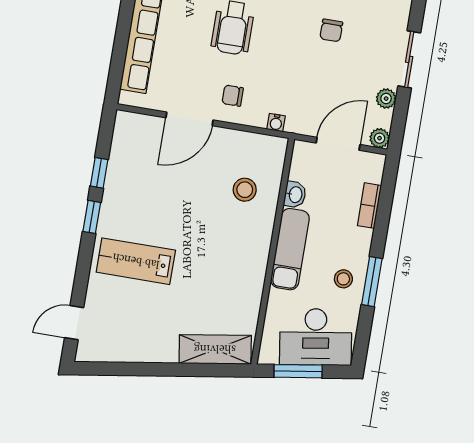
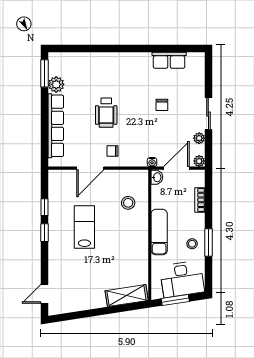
water cooler: (276, 123) -> (152, 162), moved
washbasin: (295, 195) -> (157, 177), moved
lab bench: (136, 261) -> (84, 227), moved, turned 90

